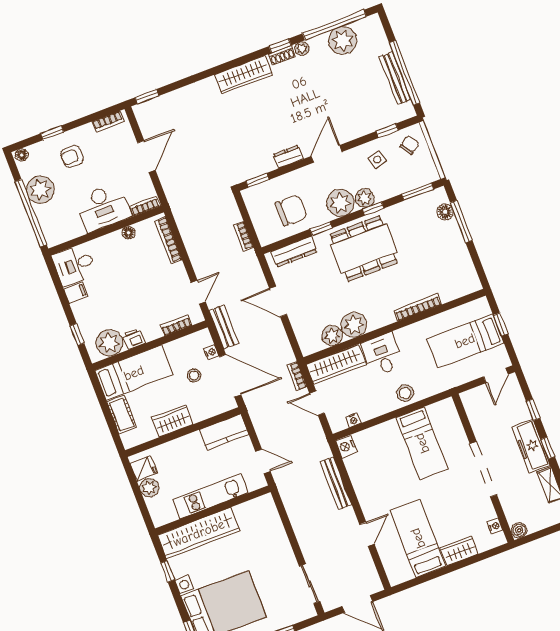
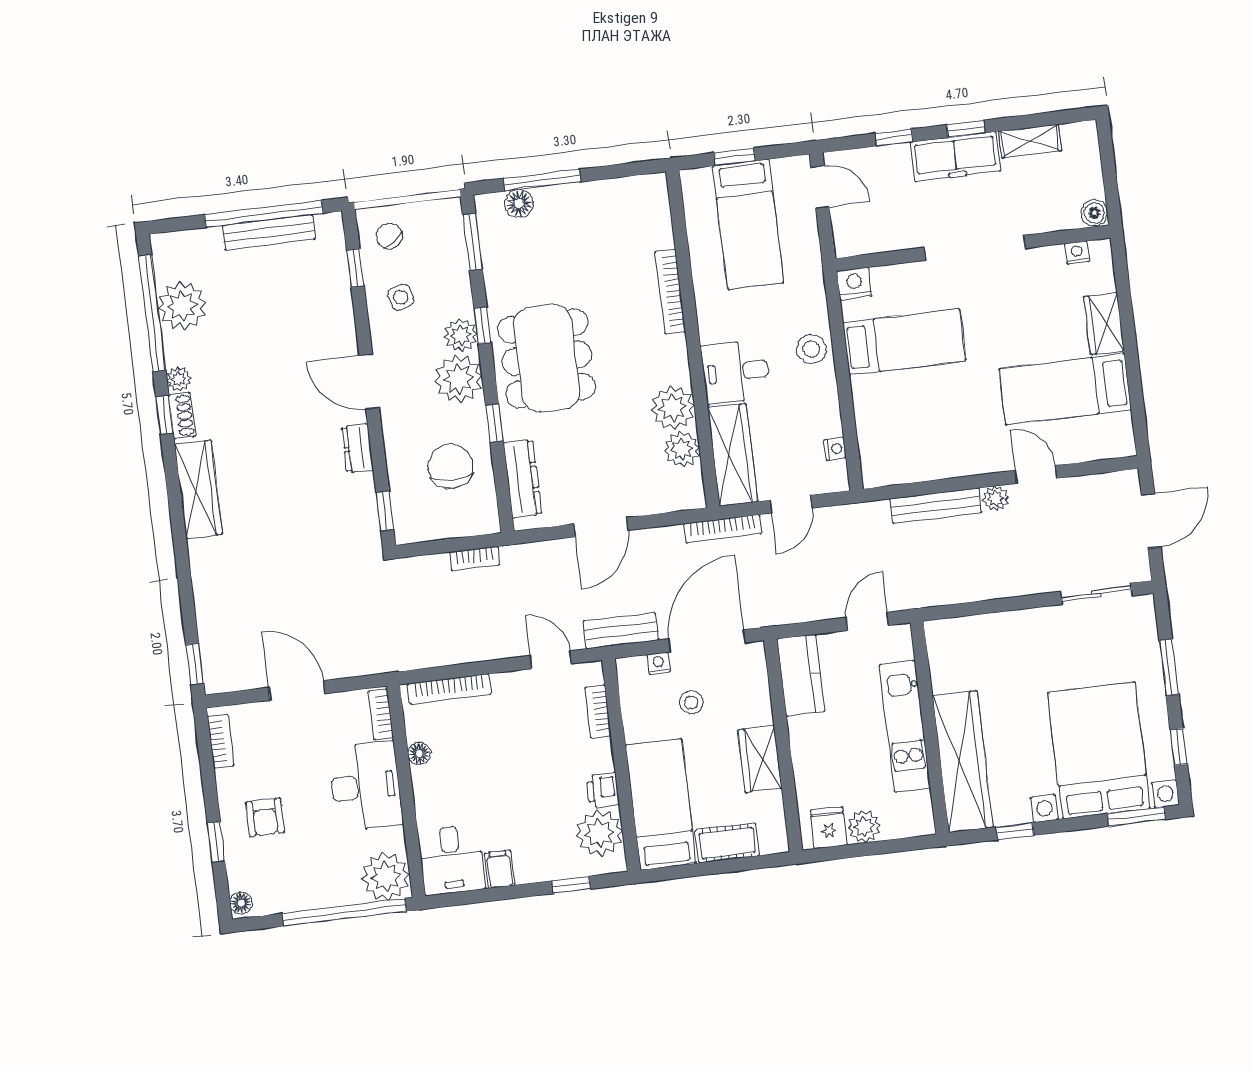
plant: (40, 190) -> (386, 877), moved
bookcase: (297, 376) -> (723, 529), width x1.56
nightstand: (346, 446) -> (854, 284), moved, turned 180
plant: (348, 515) -> (996, 499), added

